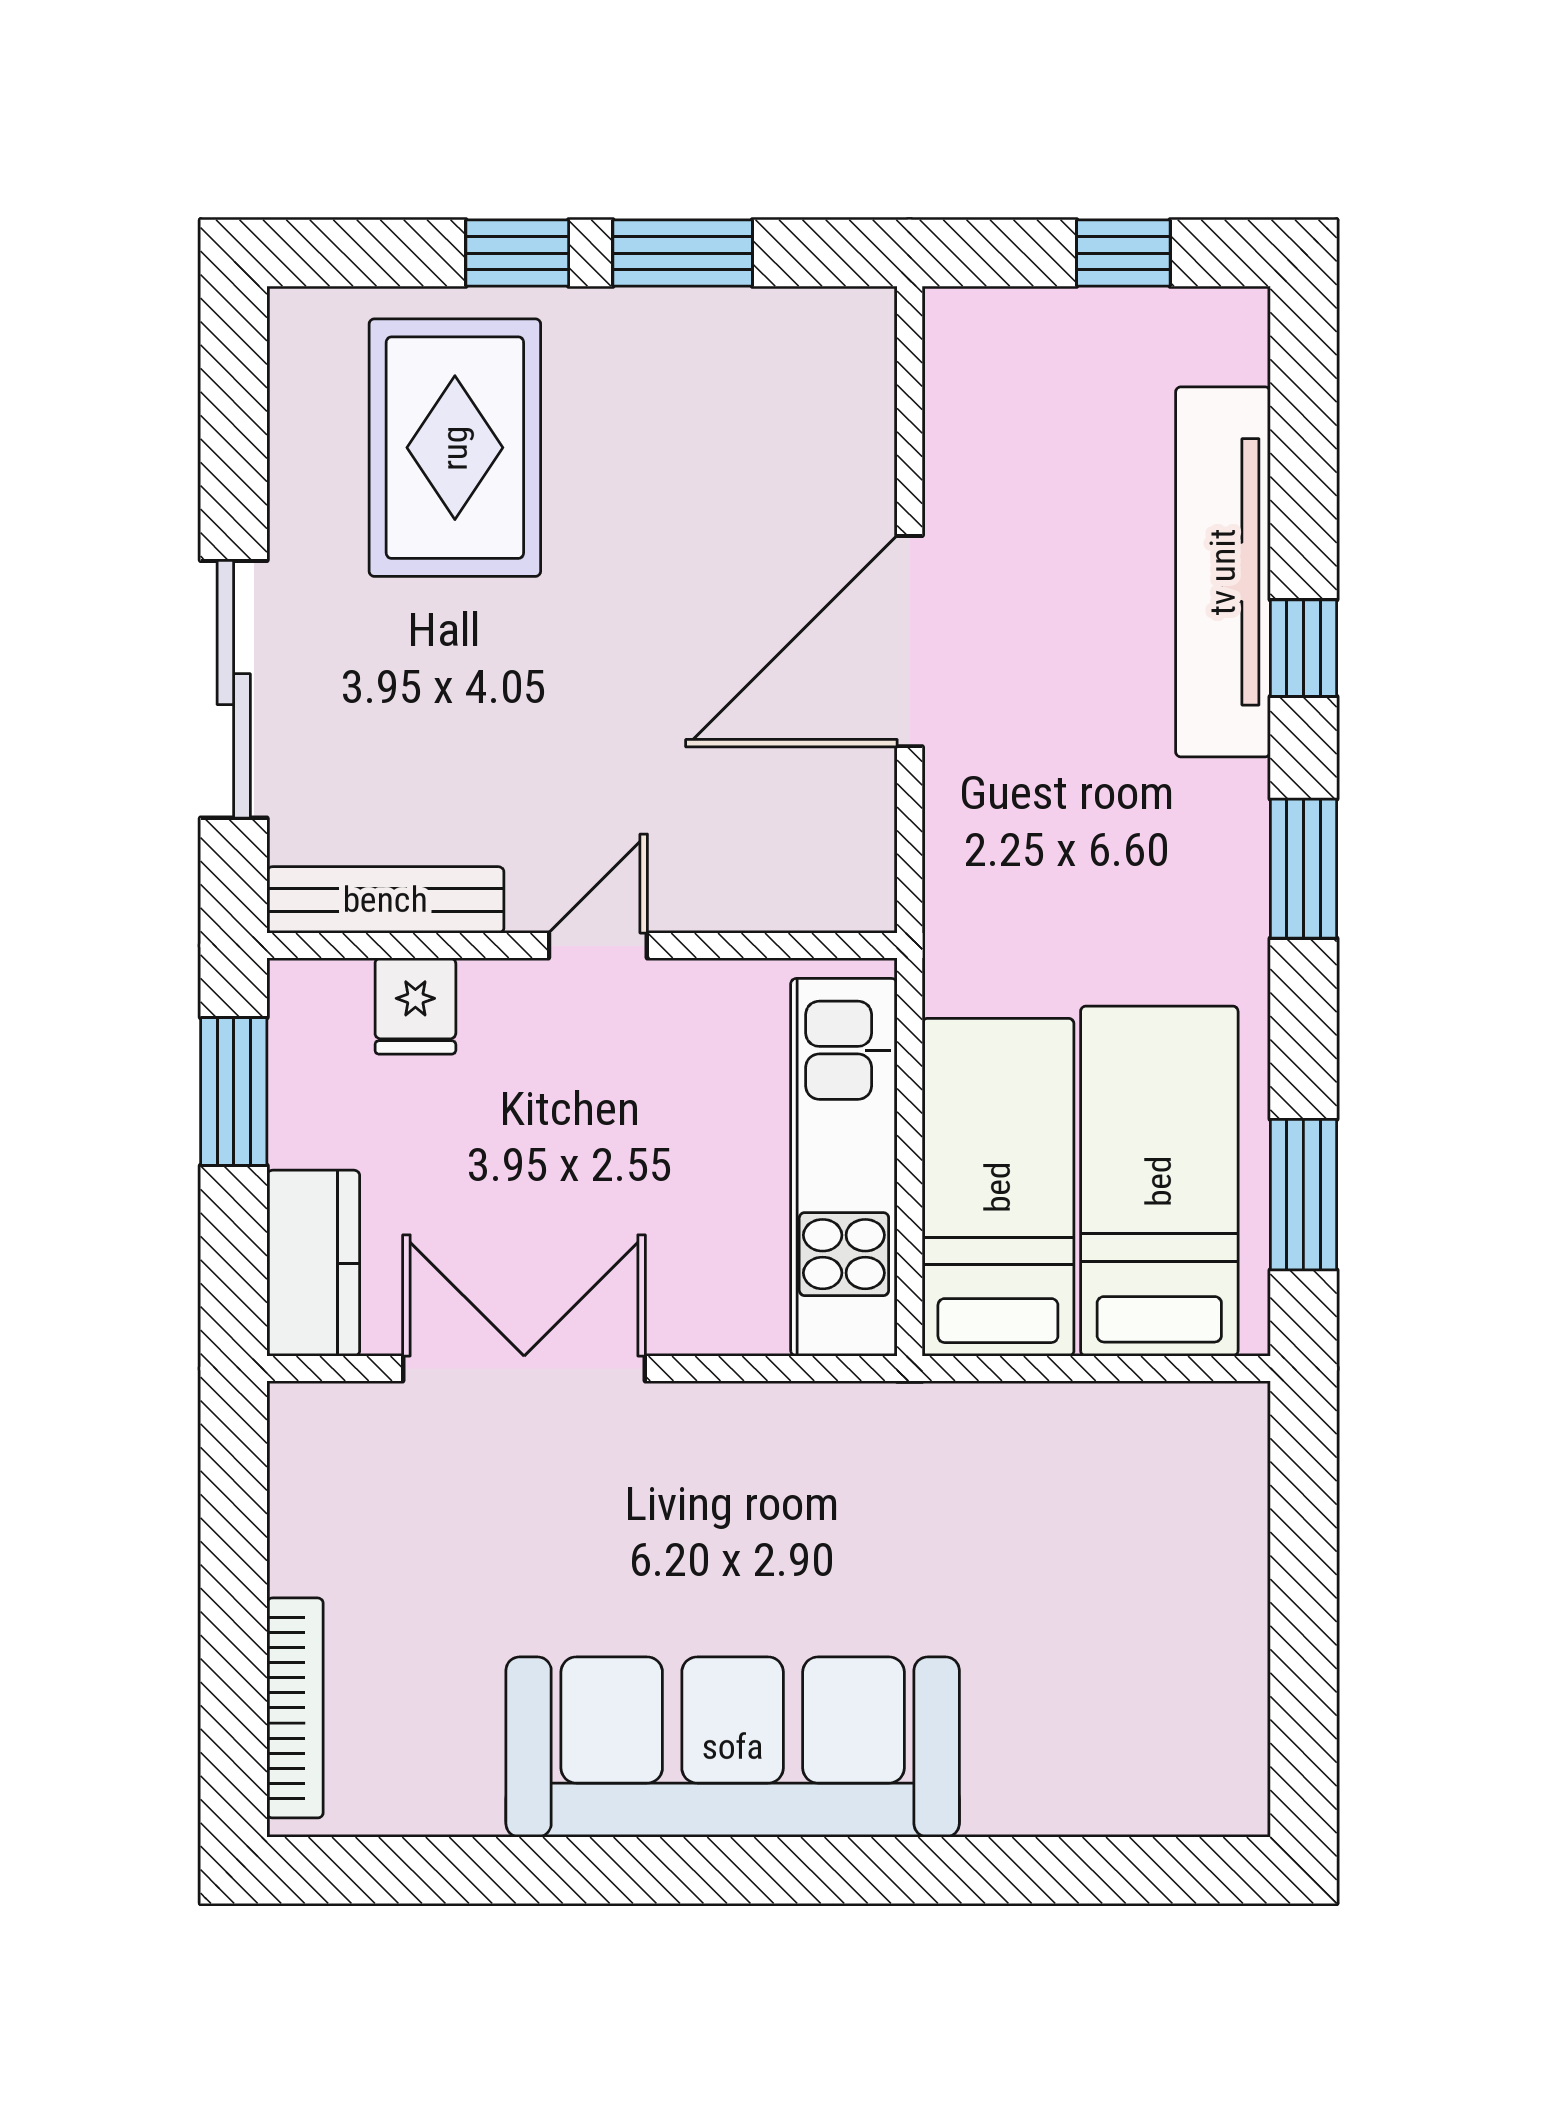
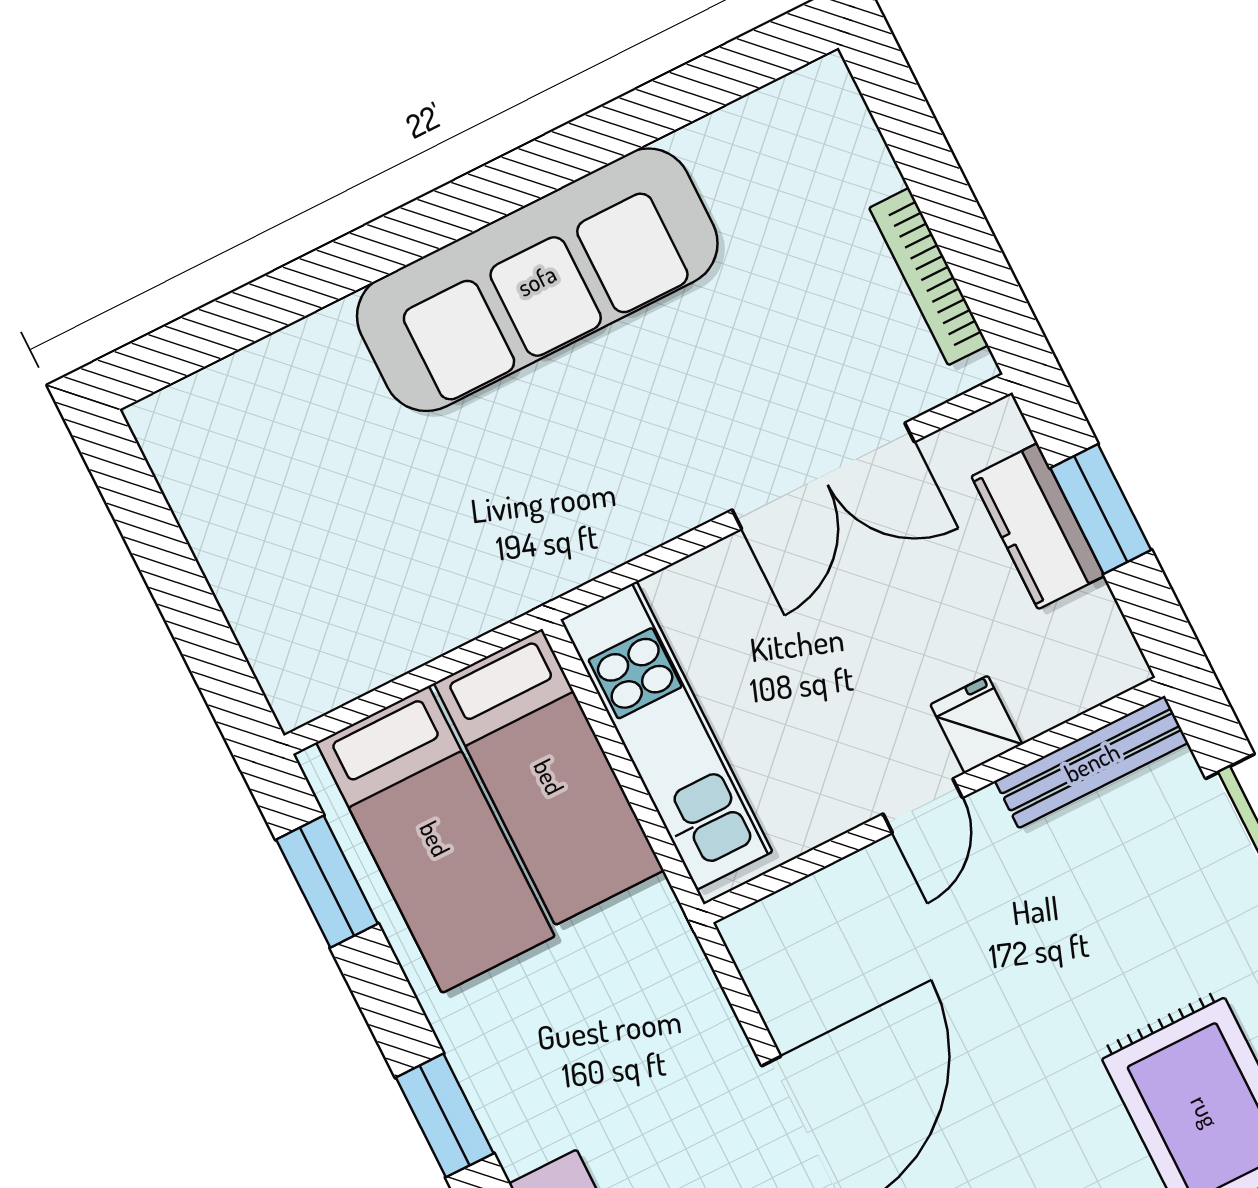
fridge: (415, 1006) -> (976, 724), moved
window: (234, 1091) -> (1101, 509), moved
kitchen counter: (313, 1263) -> (1038, 526), moved
bookcase: (295, 1708) -> (929, 277), moved

